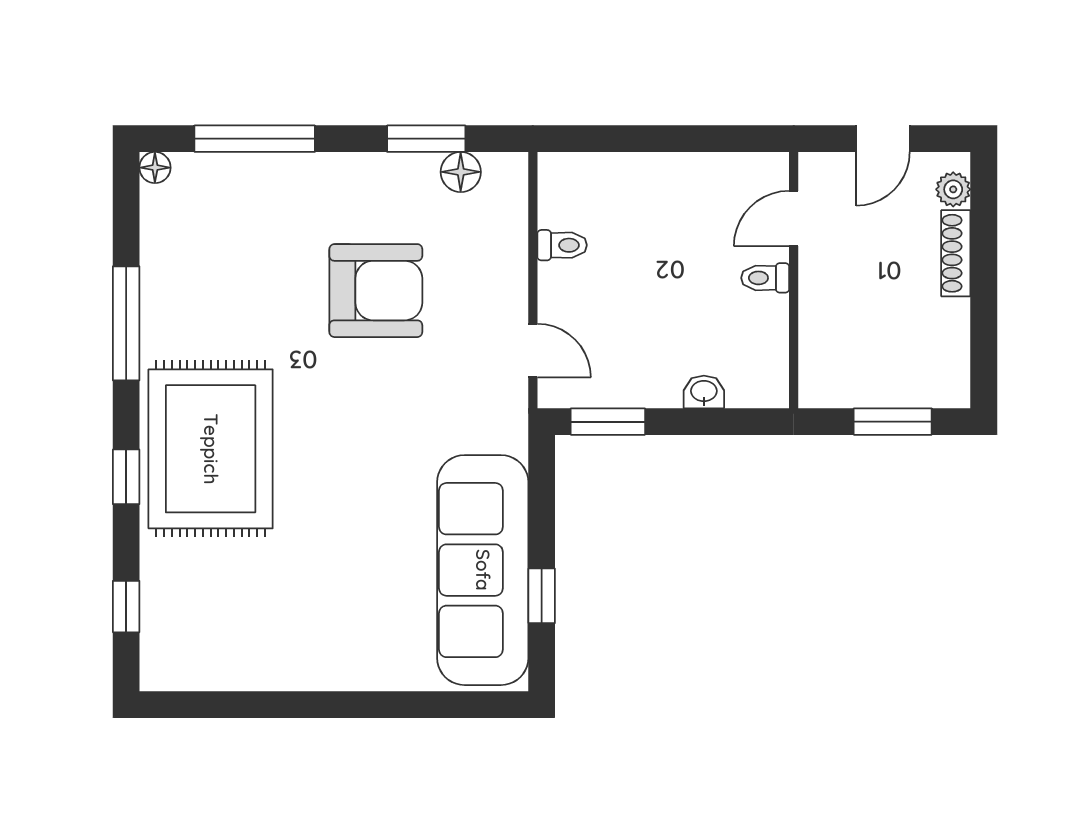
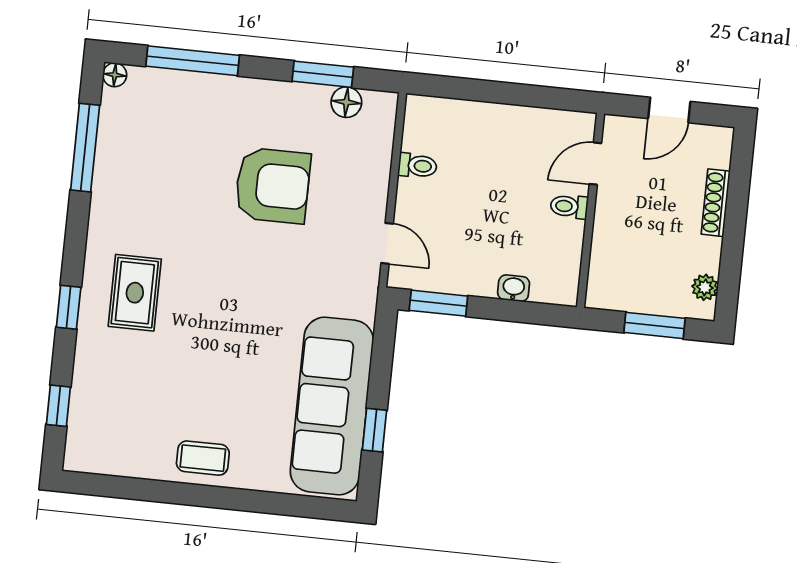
plant: (953, 189) -> (705, 287), moved
window: (126, 323) -> (85, 148), moved
rug: (211, 449) -> (135, 293), width x0.54, depth x0.49
coffee table: (322, 655) -> (203, 458), added

